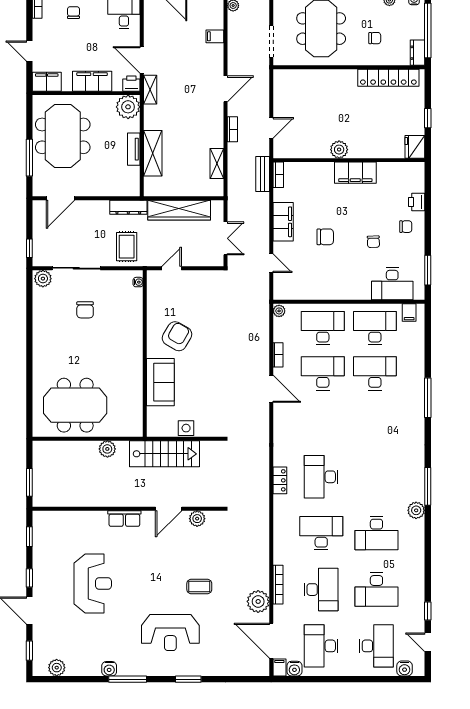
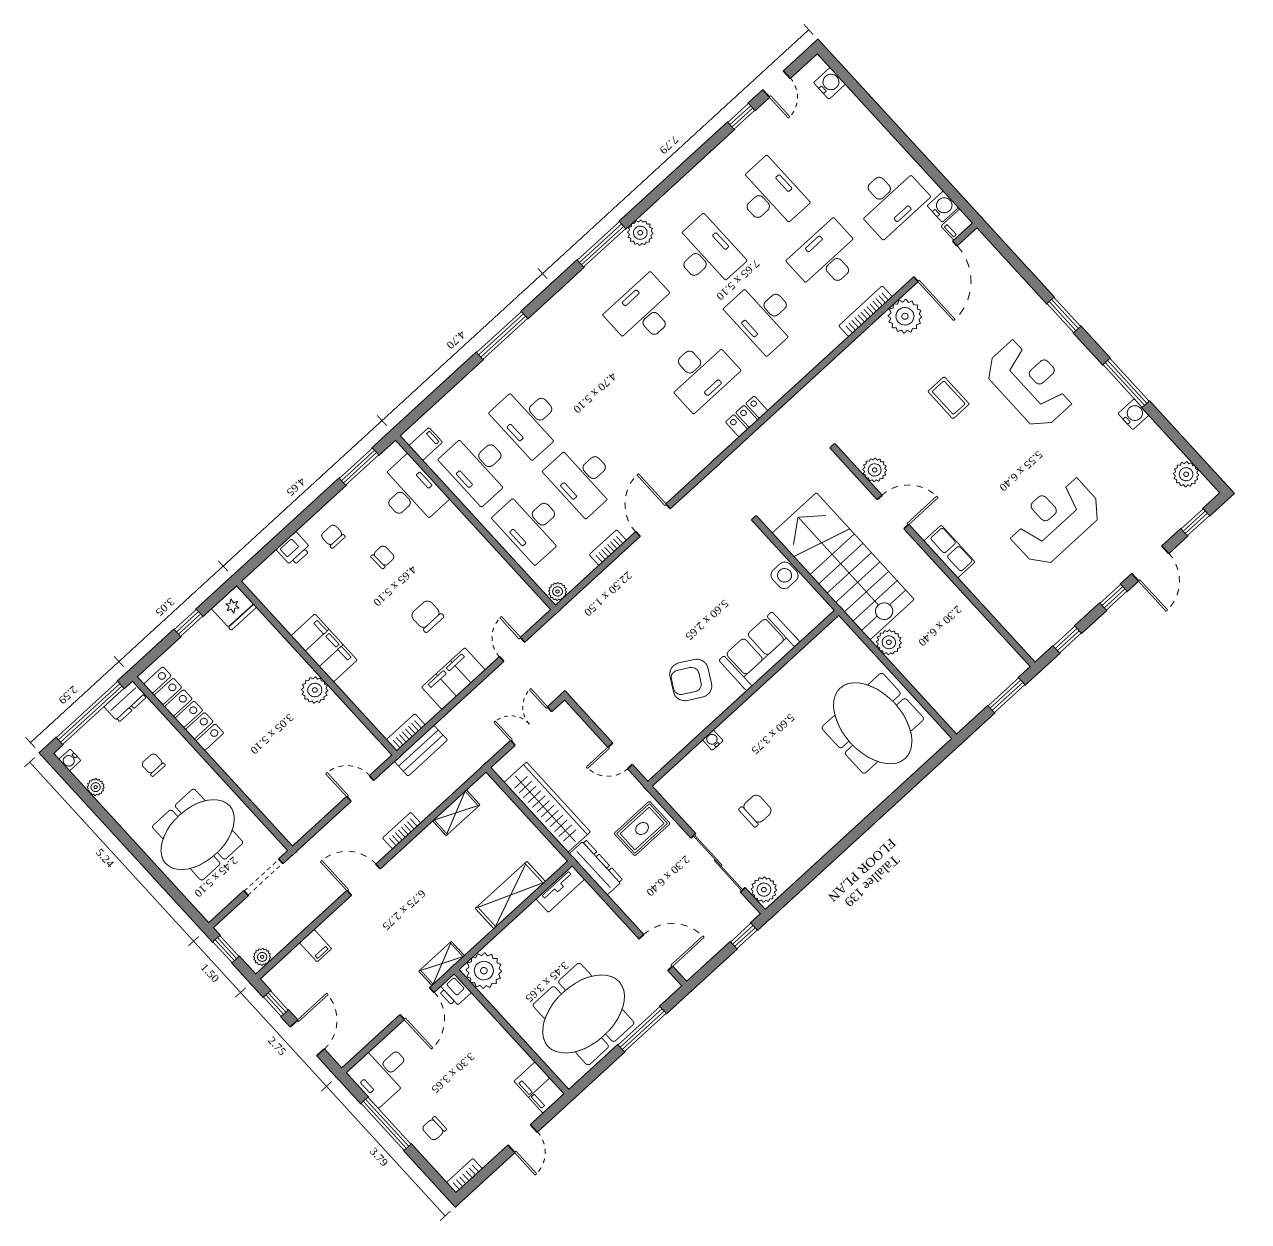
filing cabinet: (92, 81) -> (492, 1037), removed
tv unit: (134, 149) -> (560, 889), moved
water cooler: (138, 282) -> (713, 740), moved
stairs: (164, 454) -> (843, 566), width x1.36, depth x1.51
desk: (376, 646) -> (643, 312), moved

